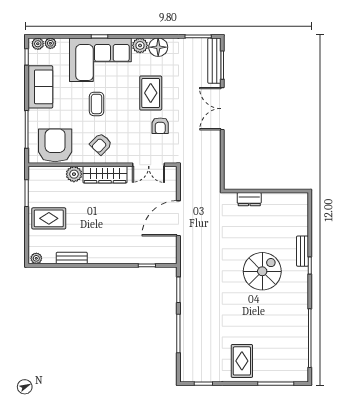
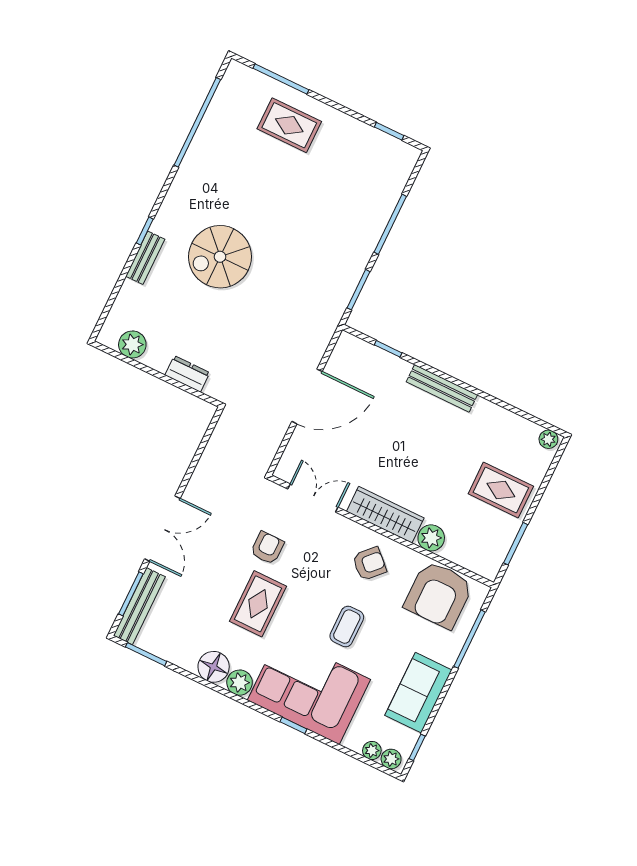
plant: (287, 201) -> (132, 344), added
bench: (72, 258) -> (442, 388), moved, width x1.36
rug: (242, 361) -> (289, 125), moved, turned 90

